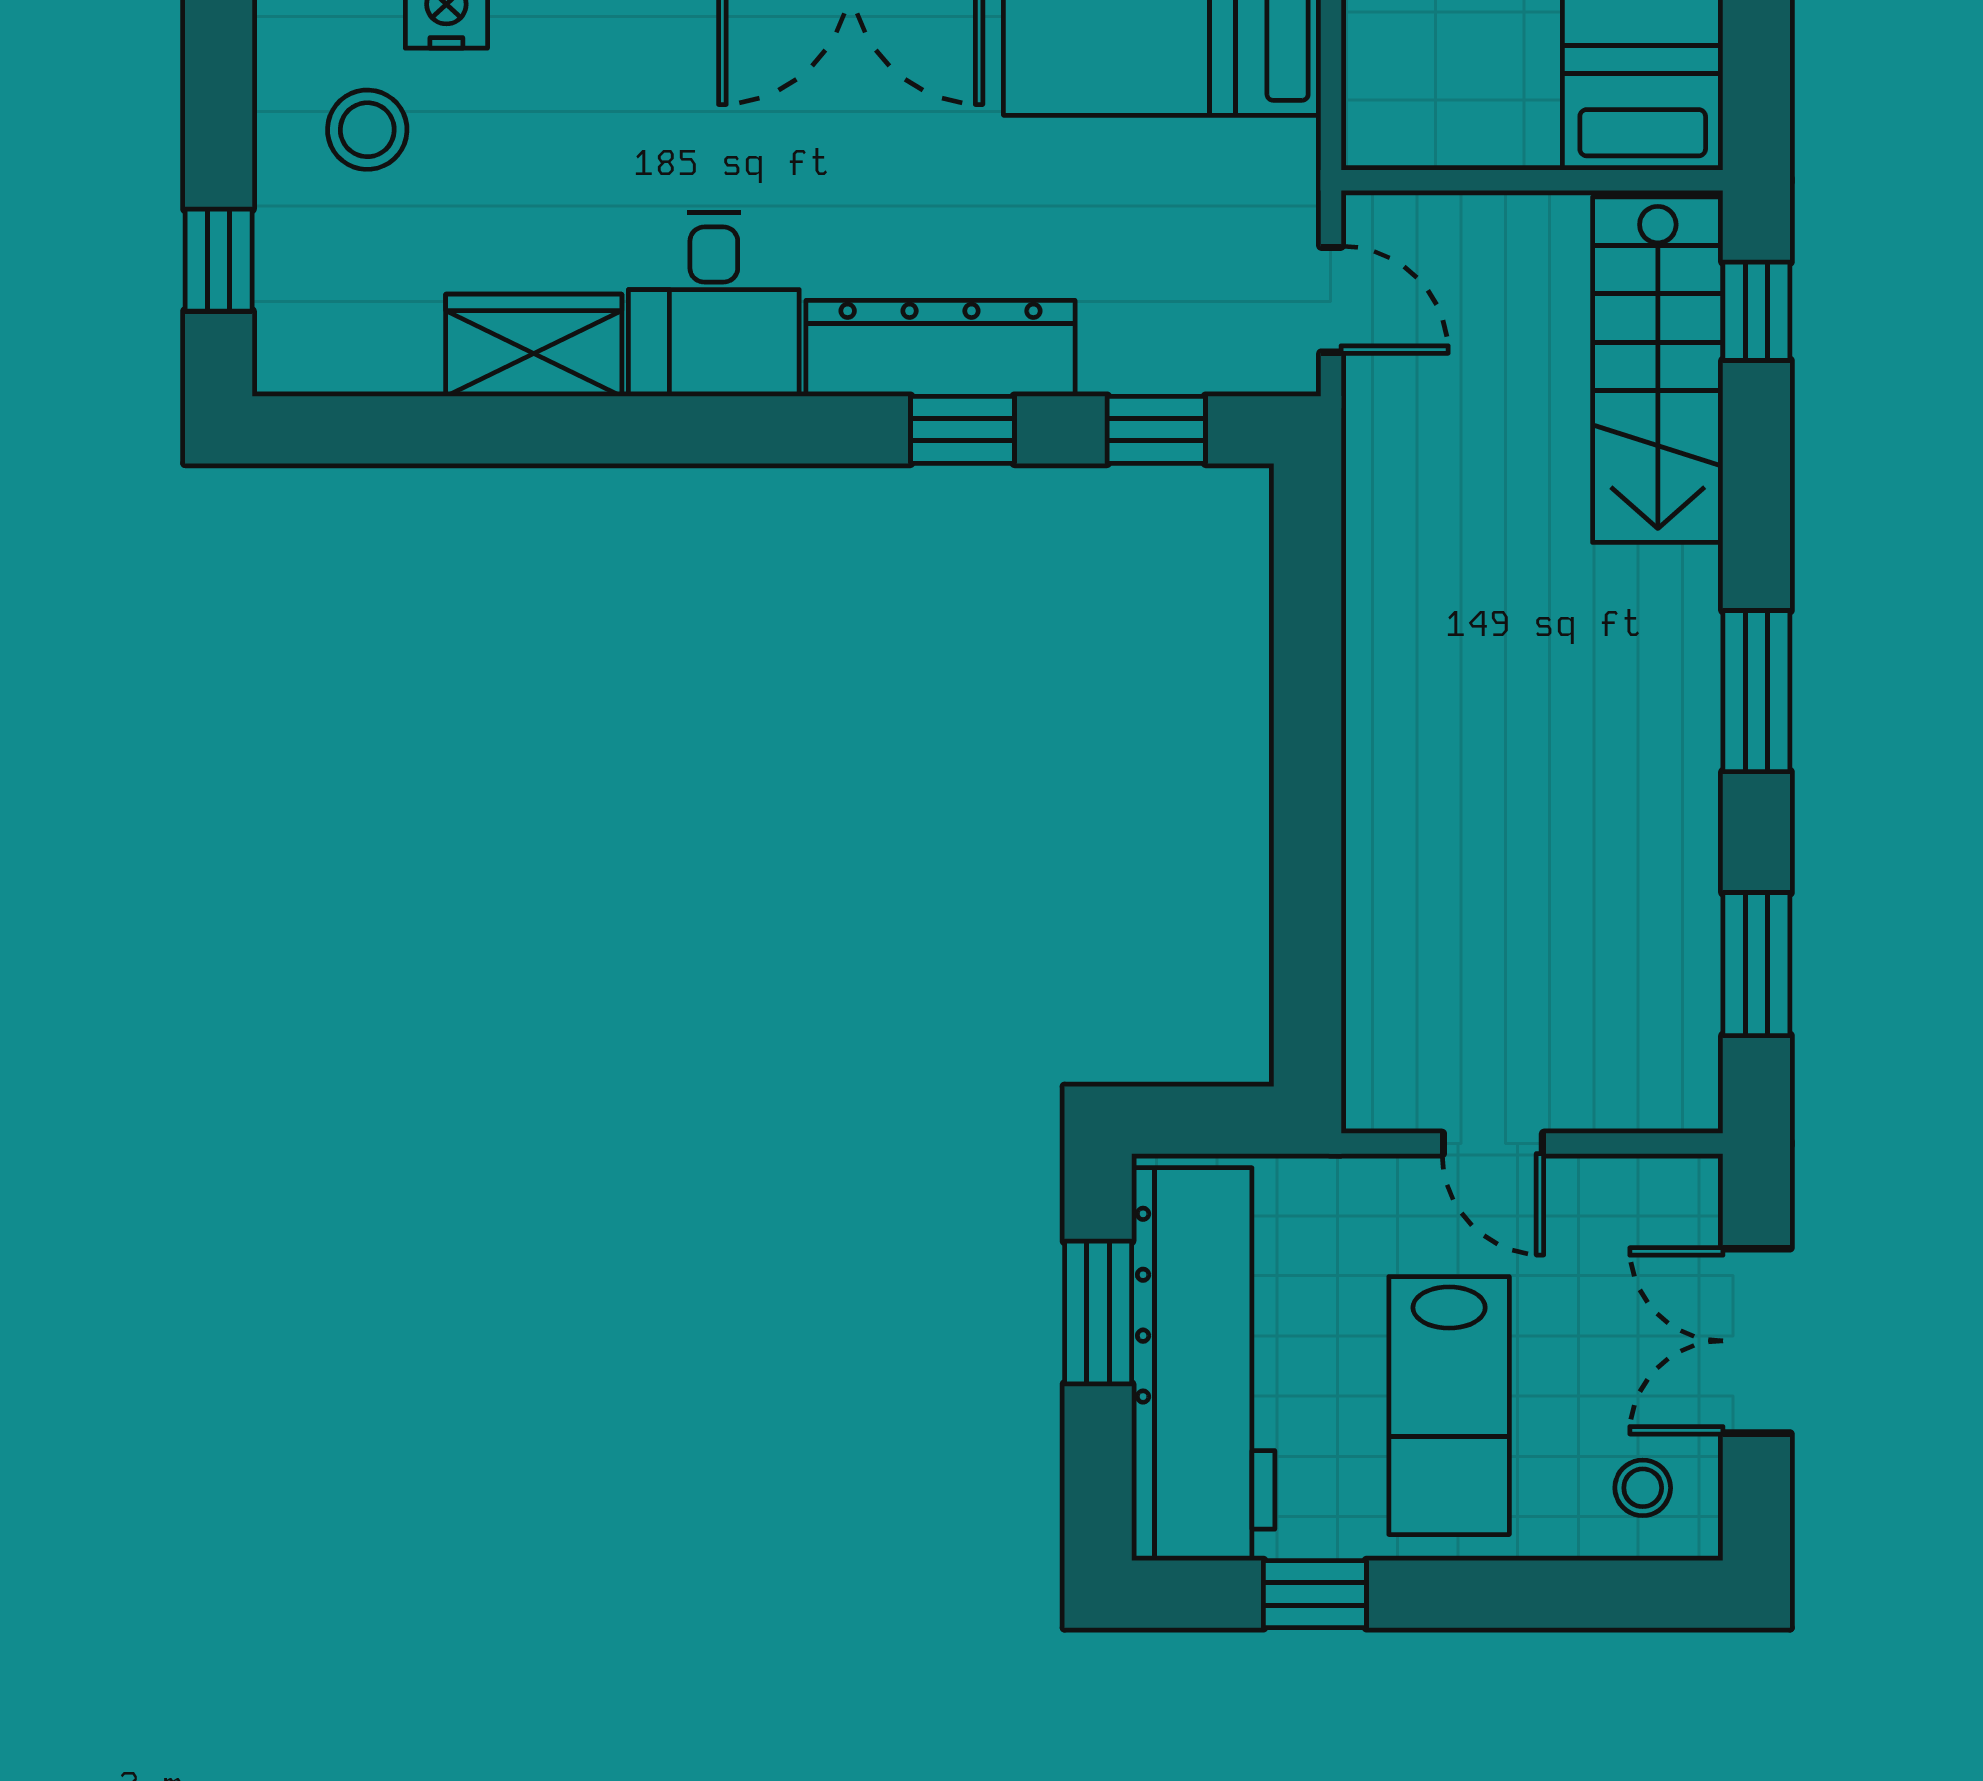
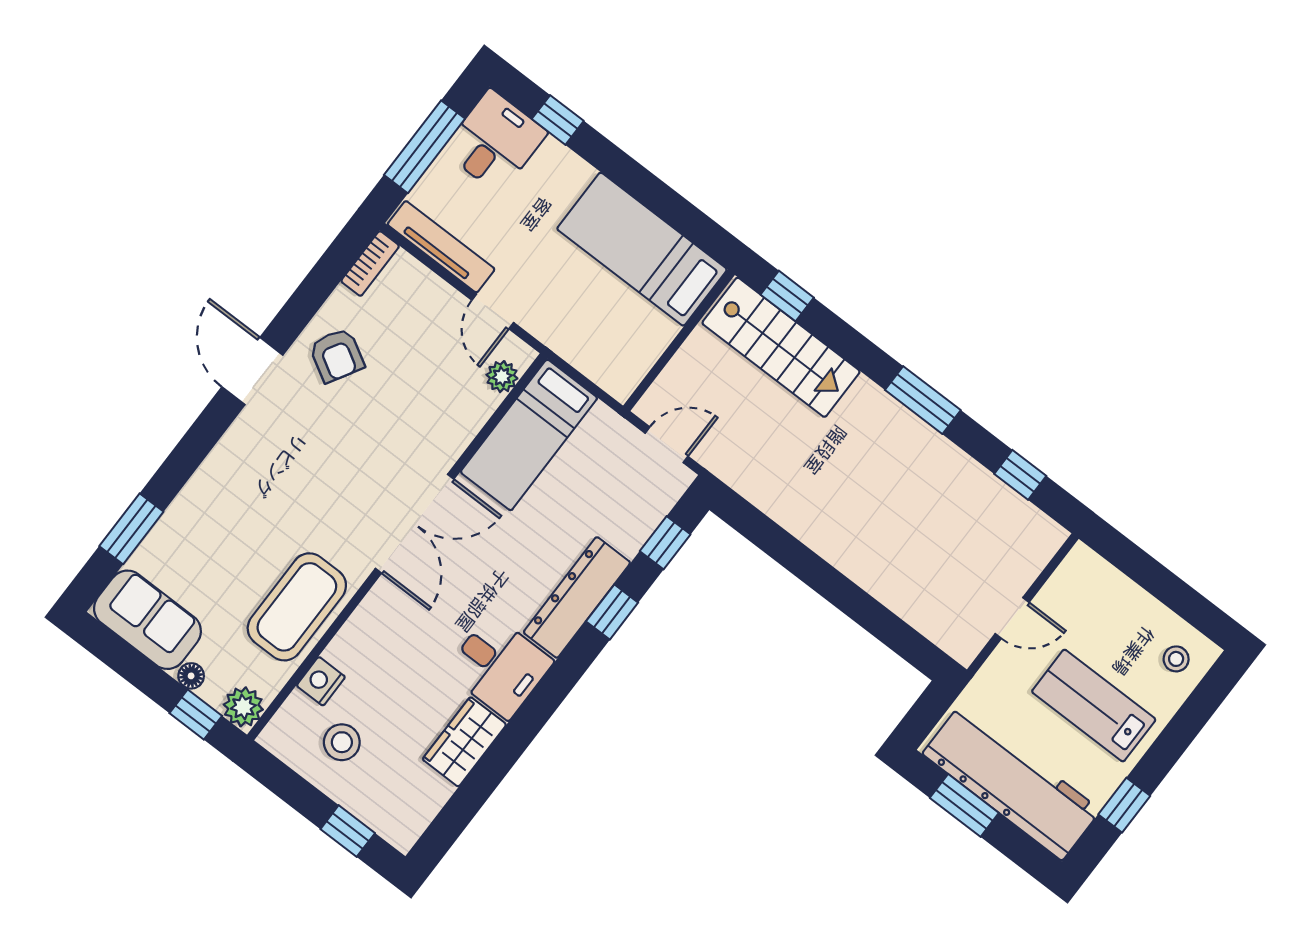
window: (1756, 964) -> (1020, 475), width x0.67
double door: (1756, 1341) -> (1155, 578), removed
lab bench: (1449, 1406) -> (1094, 706), turned 180

